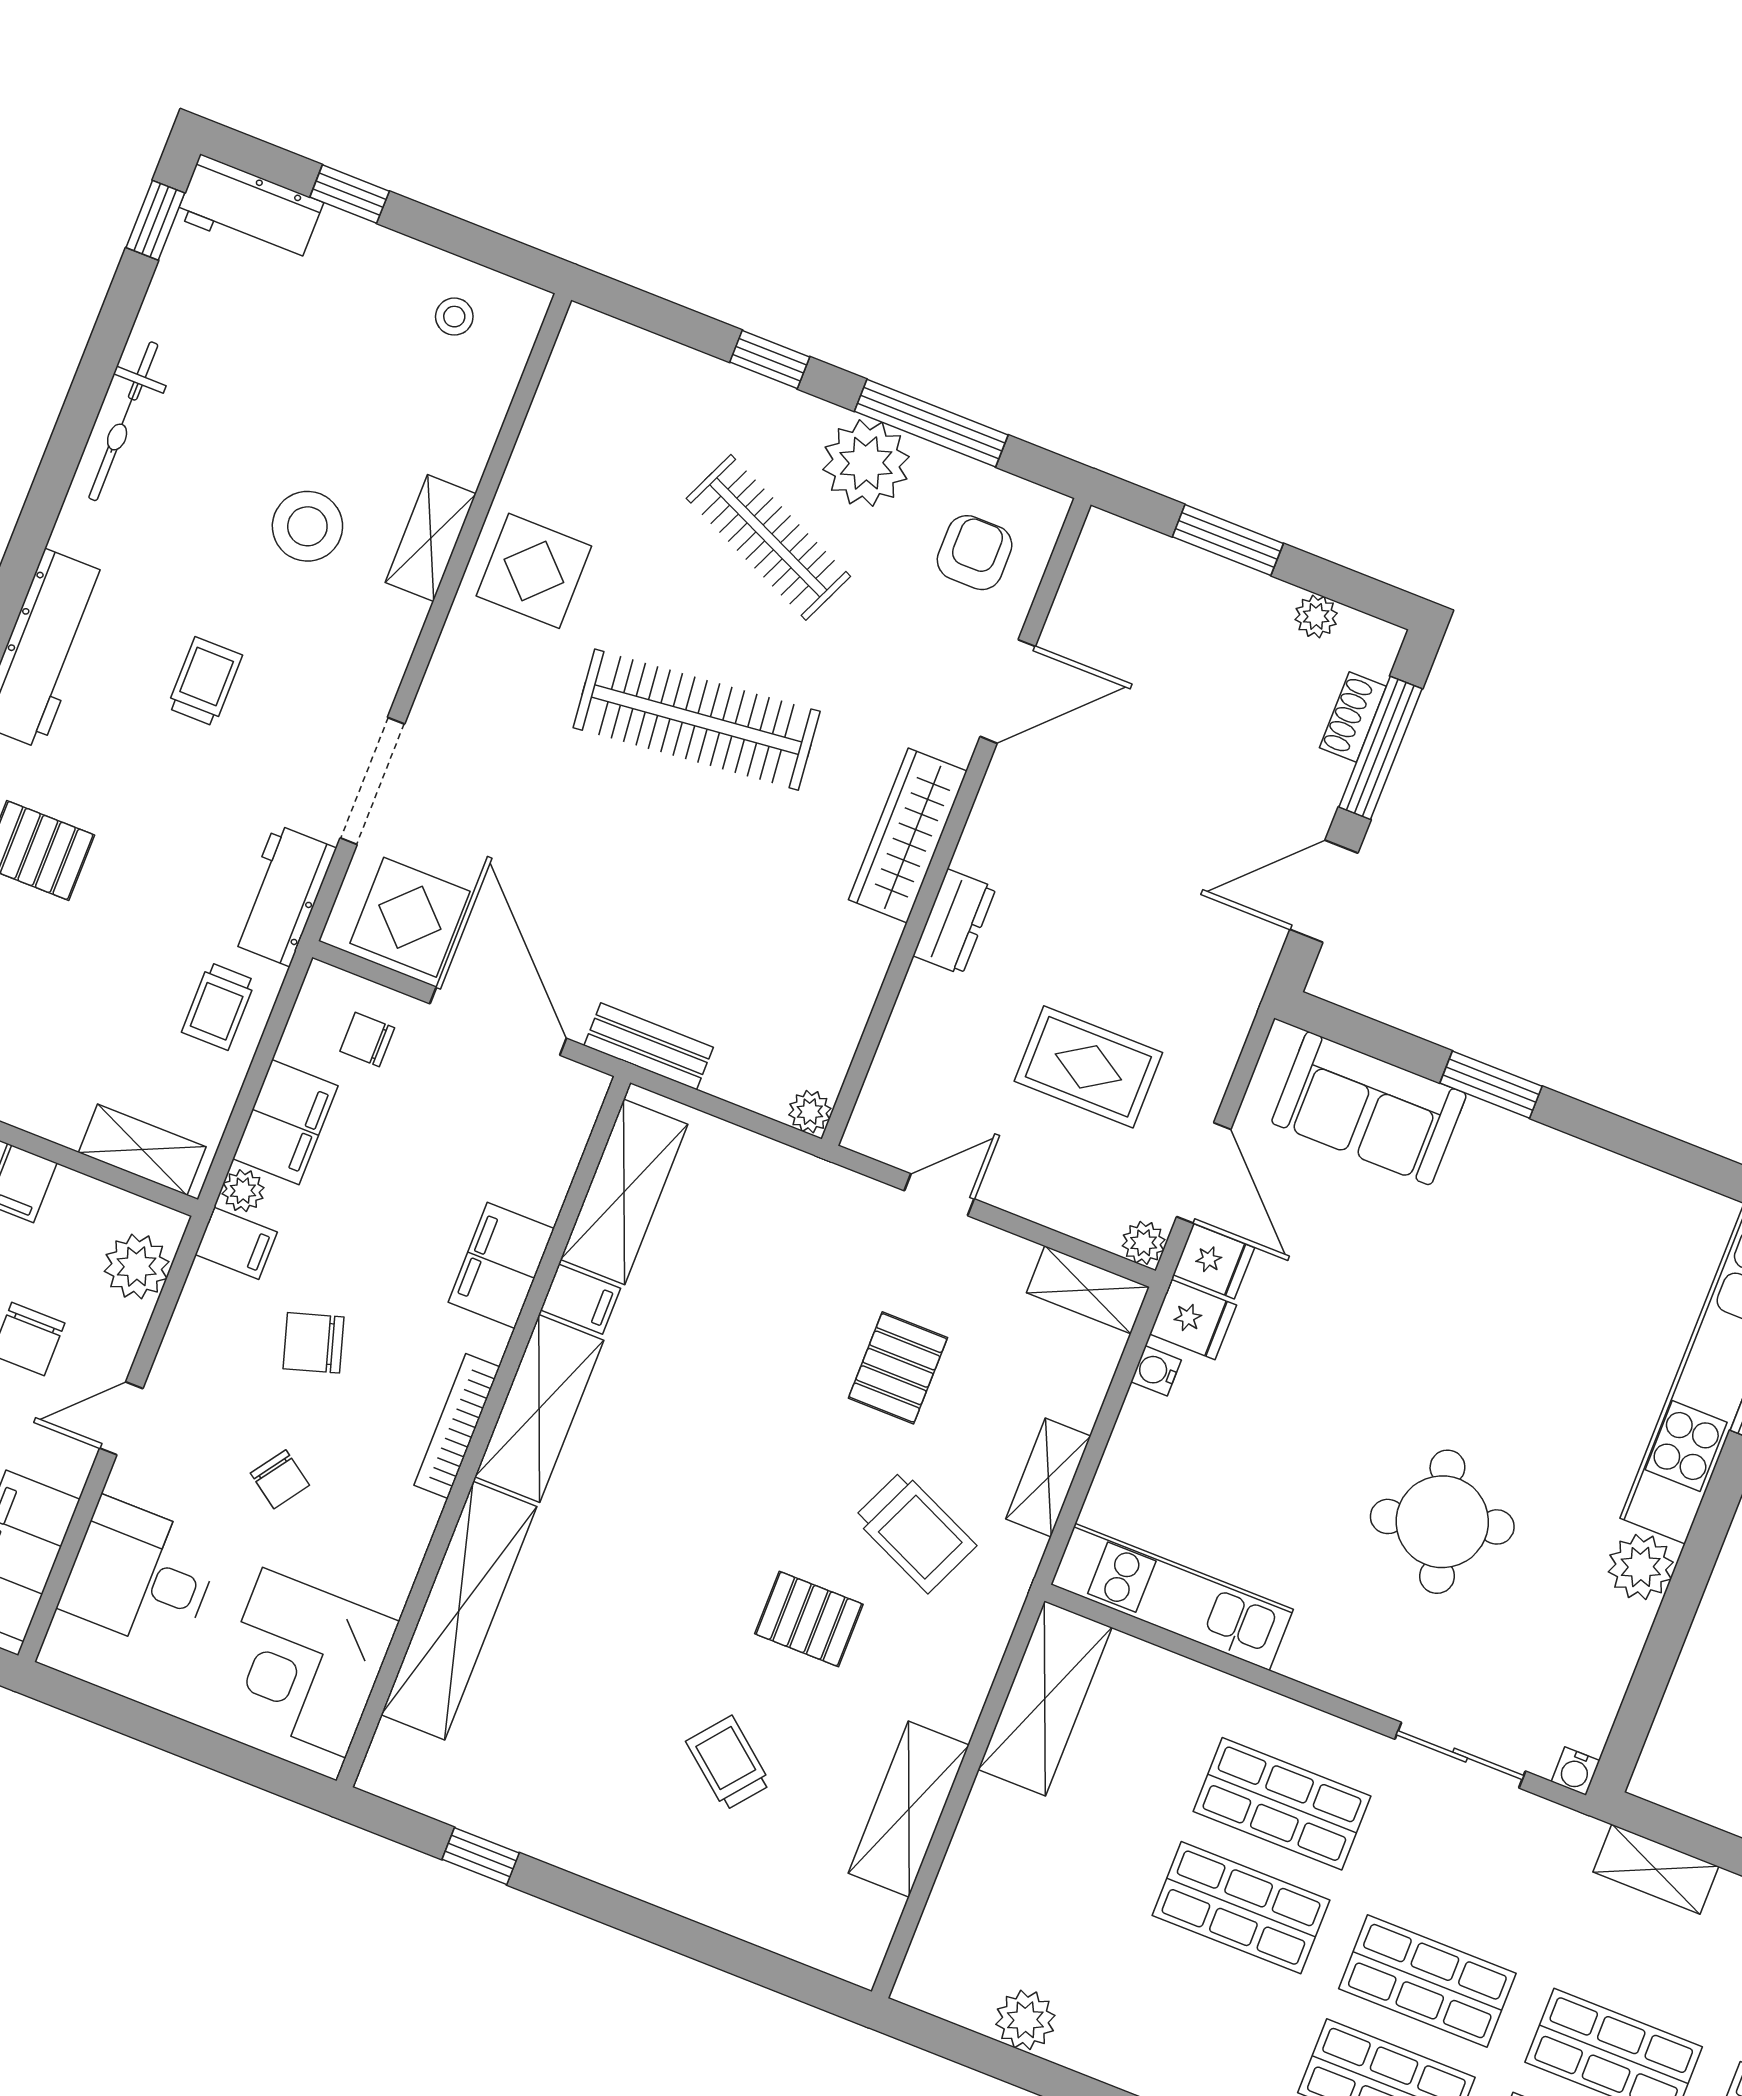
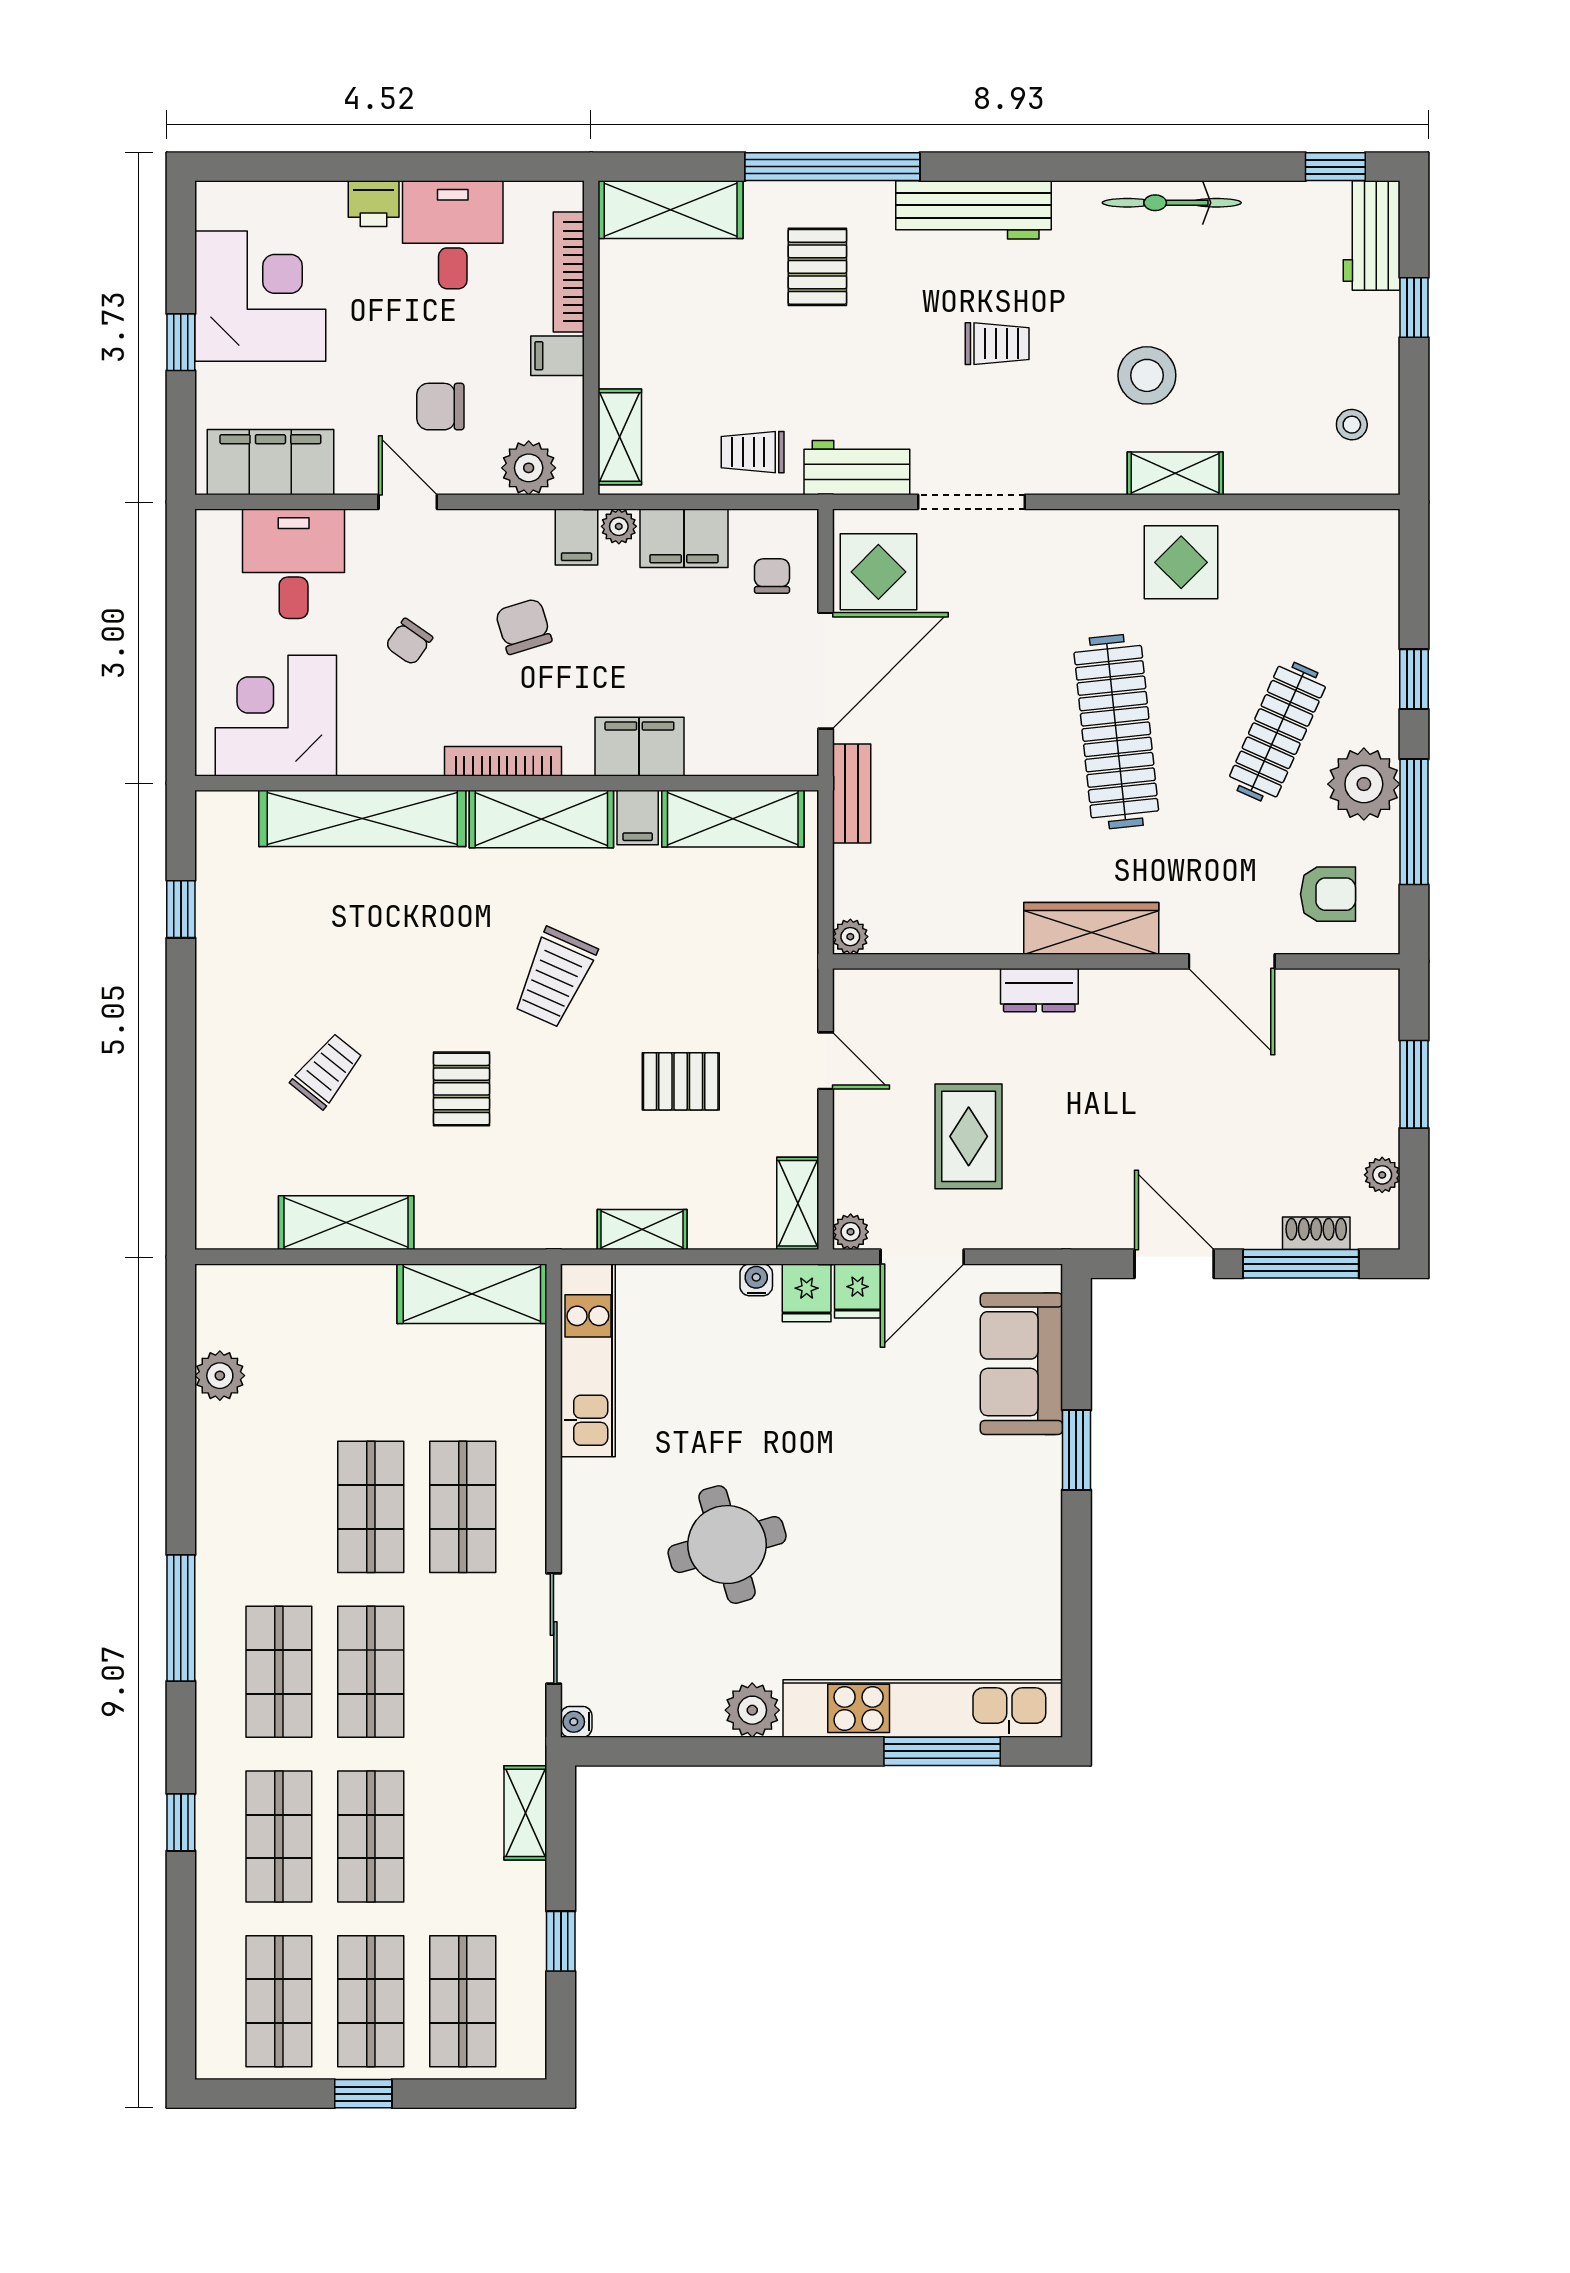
trolley: (915, 1532) -> (555, 977), moved

